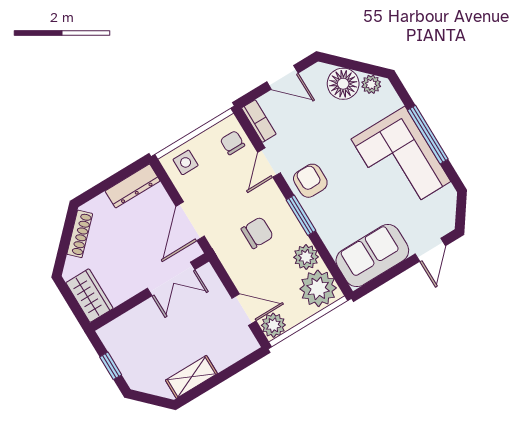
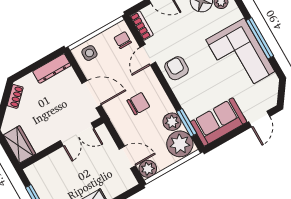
window: (301, 215) -> (187, 123), moved
door: (190, 221) -> (91, 94), swing flipped
shoe rack: (80, 234) -> (15, 96), width x0.70

